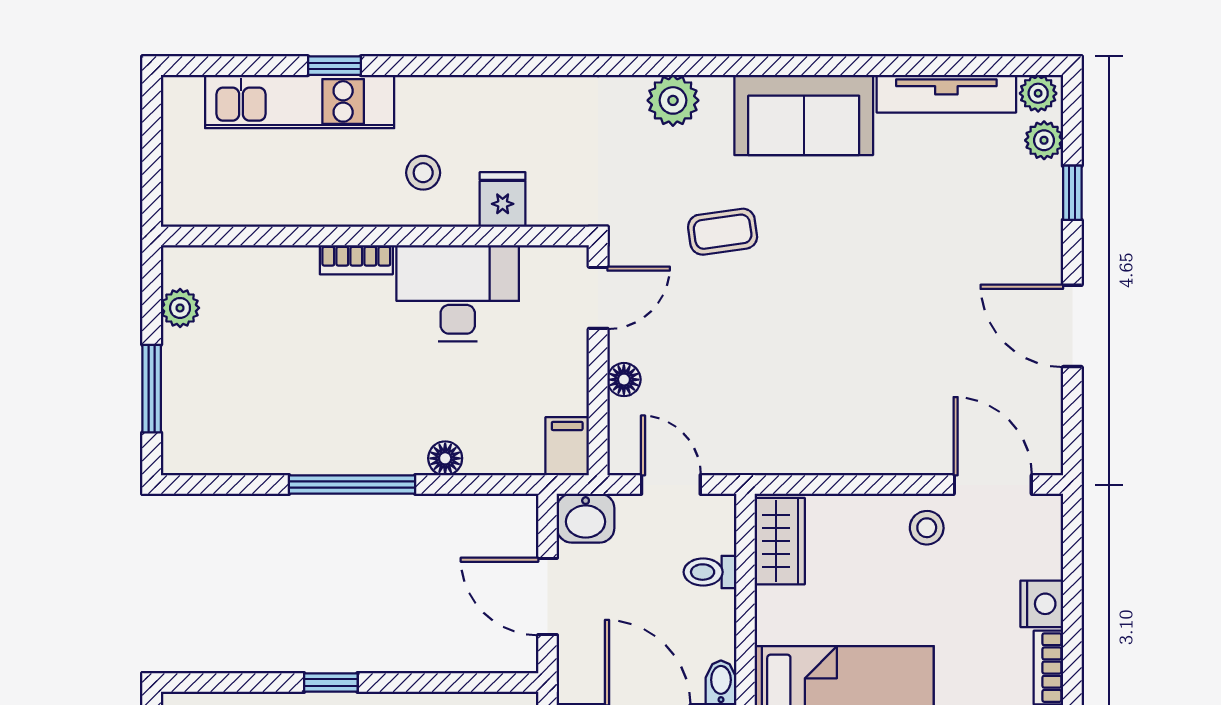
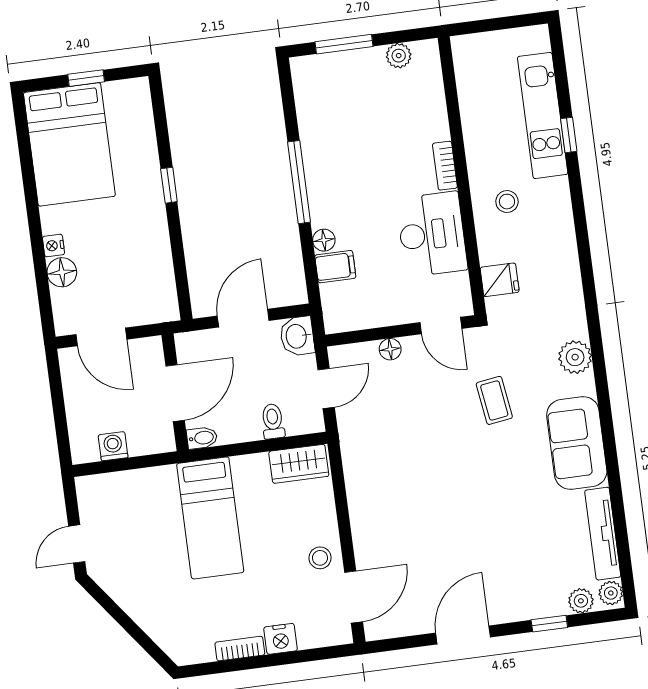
fridge: (503, 199) -> (500, 280), moved
filing cabinet: (567, 446) -> (335, 267), moved

